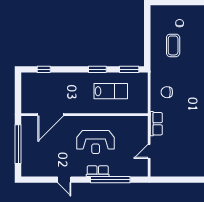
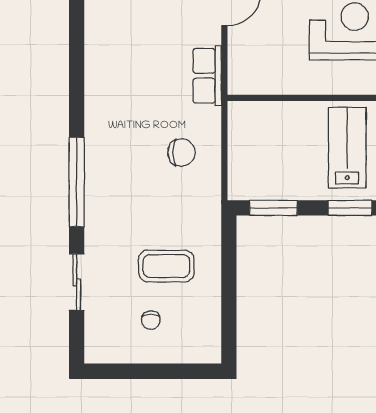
coffee table: (173, 45) -> (166, 266), turned 90
lab bench: (111, 91) -> (347, 148), moved, turned 90

